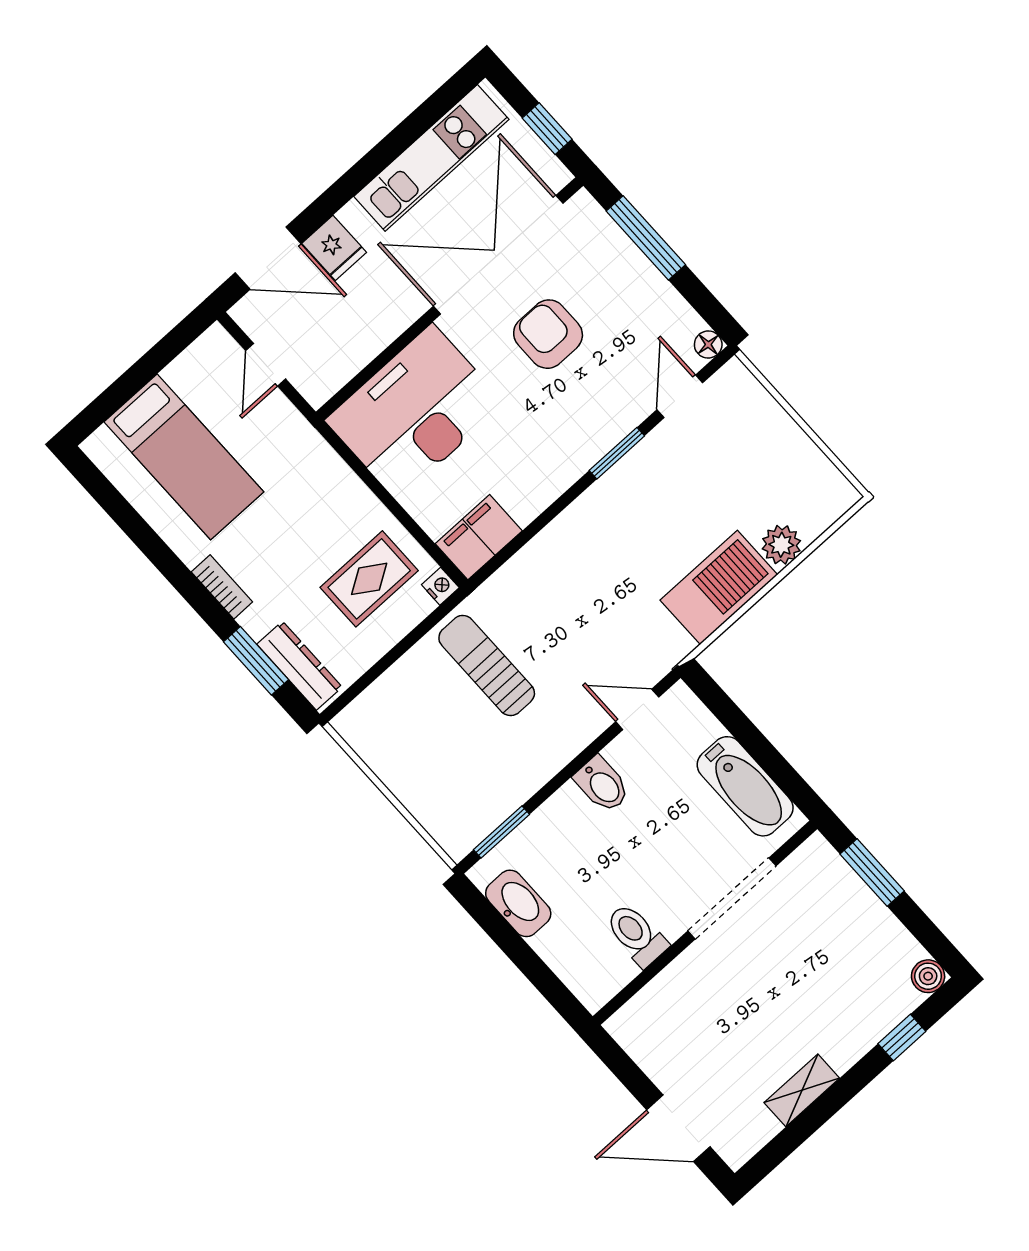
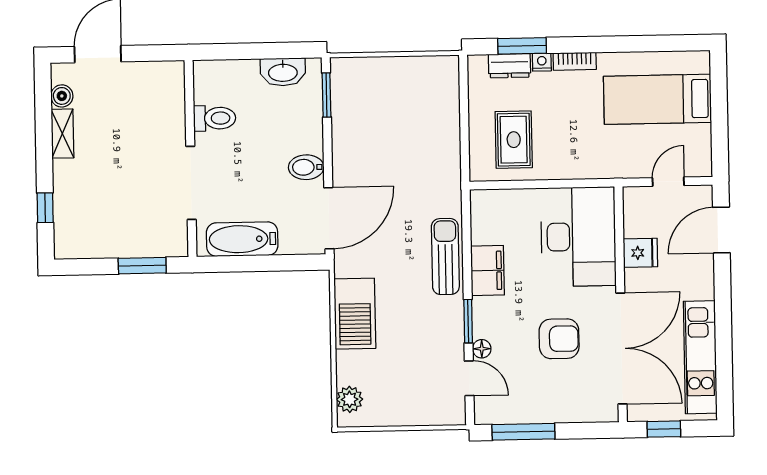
window: (646, 238) -> (523, 432), moved
fridge: (334, 248) -> (640, 253), moved, turned 180
floor lamp: (708, 344) -> (482, 349), moved
door: (266, 365) -> (668, 182), hinge flipped
filing cabinet: (479, 537) -> (487, 271), moved
plant: (781, 545) -> (350, 399), moved
nightstand: (440, 586) -> (542, 62), moved, turned 180
dresser: (299, 666) -> (510, 66), width x0.70
sun lounger: (487, 666) -> (445, 257), moved, turned -90
door: (637, 709) -> (329, 218), width x1.87
boiler: (928, 976) -> (62, 96), moved

